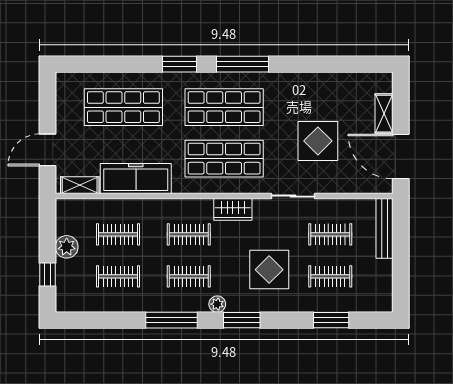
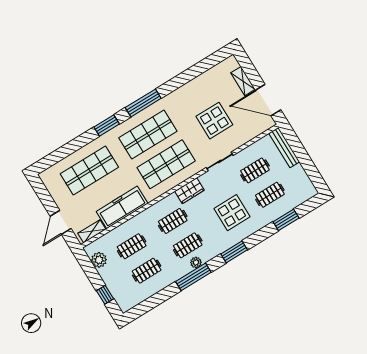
plant: (67, 247) -> (99, 260), moved
plant: (217, 304) -> (196, 262), moved

